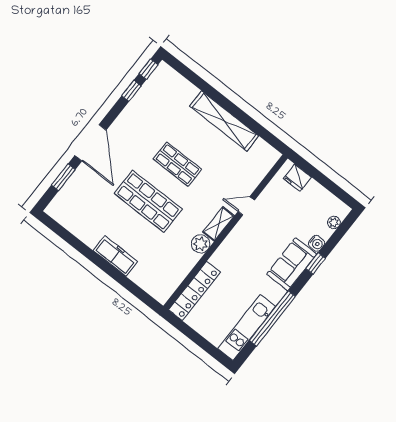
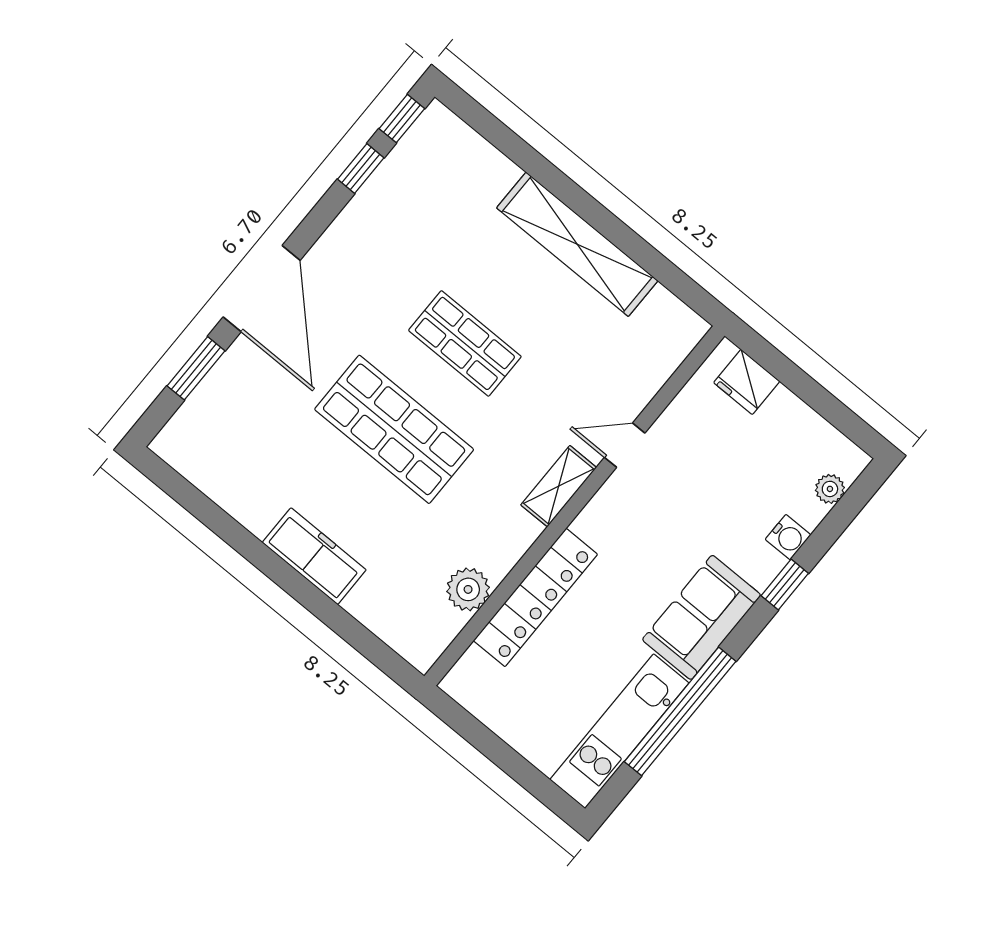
plant: (201, 244) -> (468, 589), moved
sofa: (292, 264) -> (702, 617), moved
locker: (194, 291) -> (535, 597), moved

